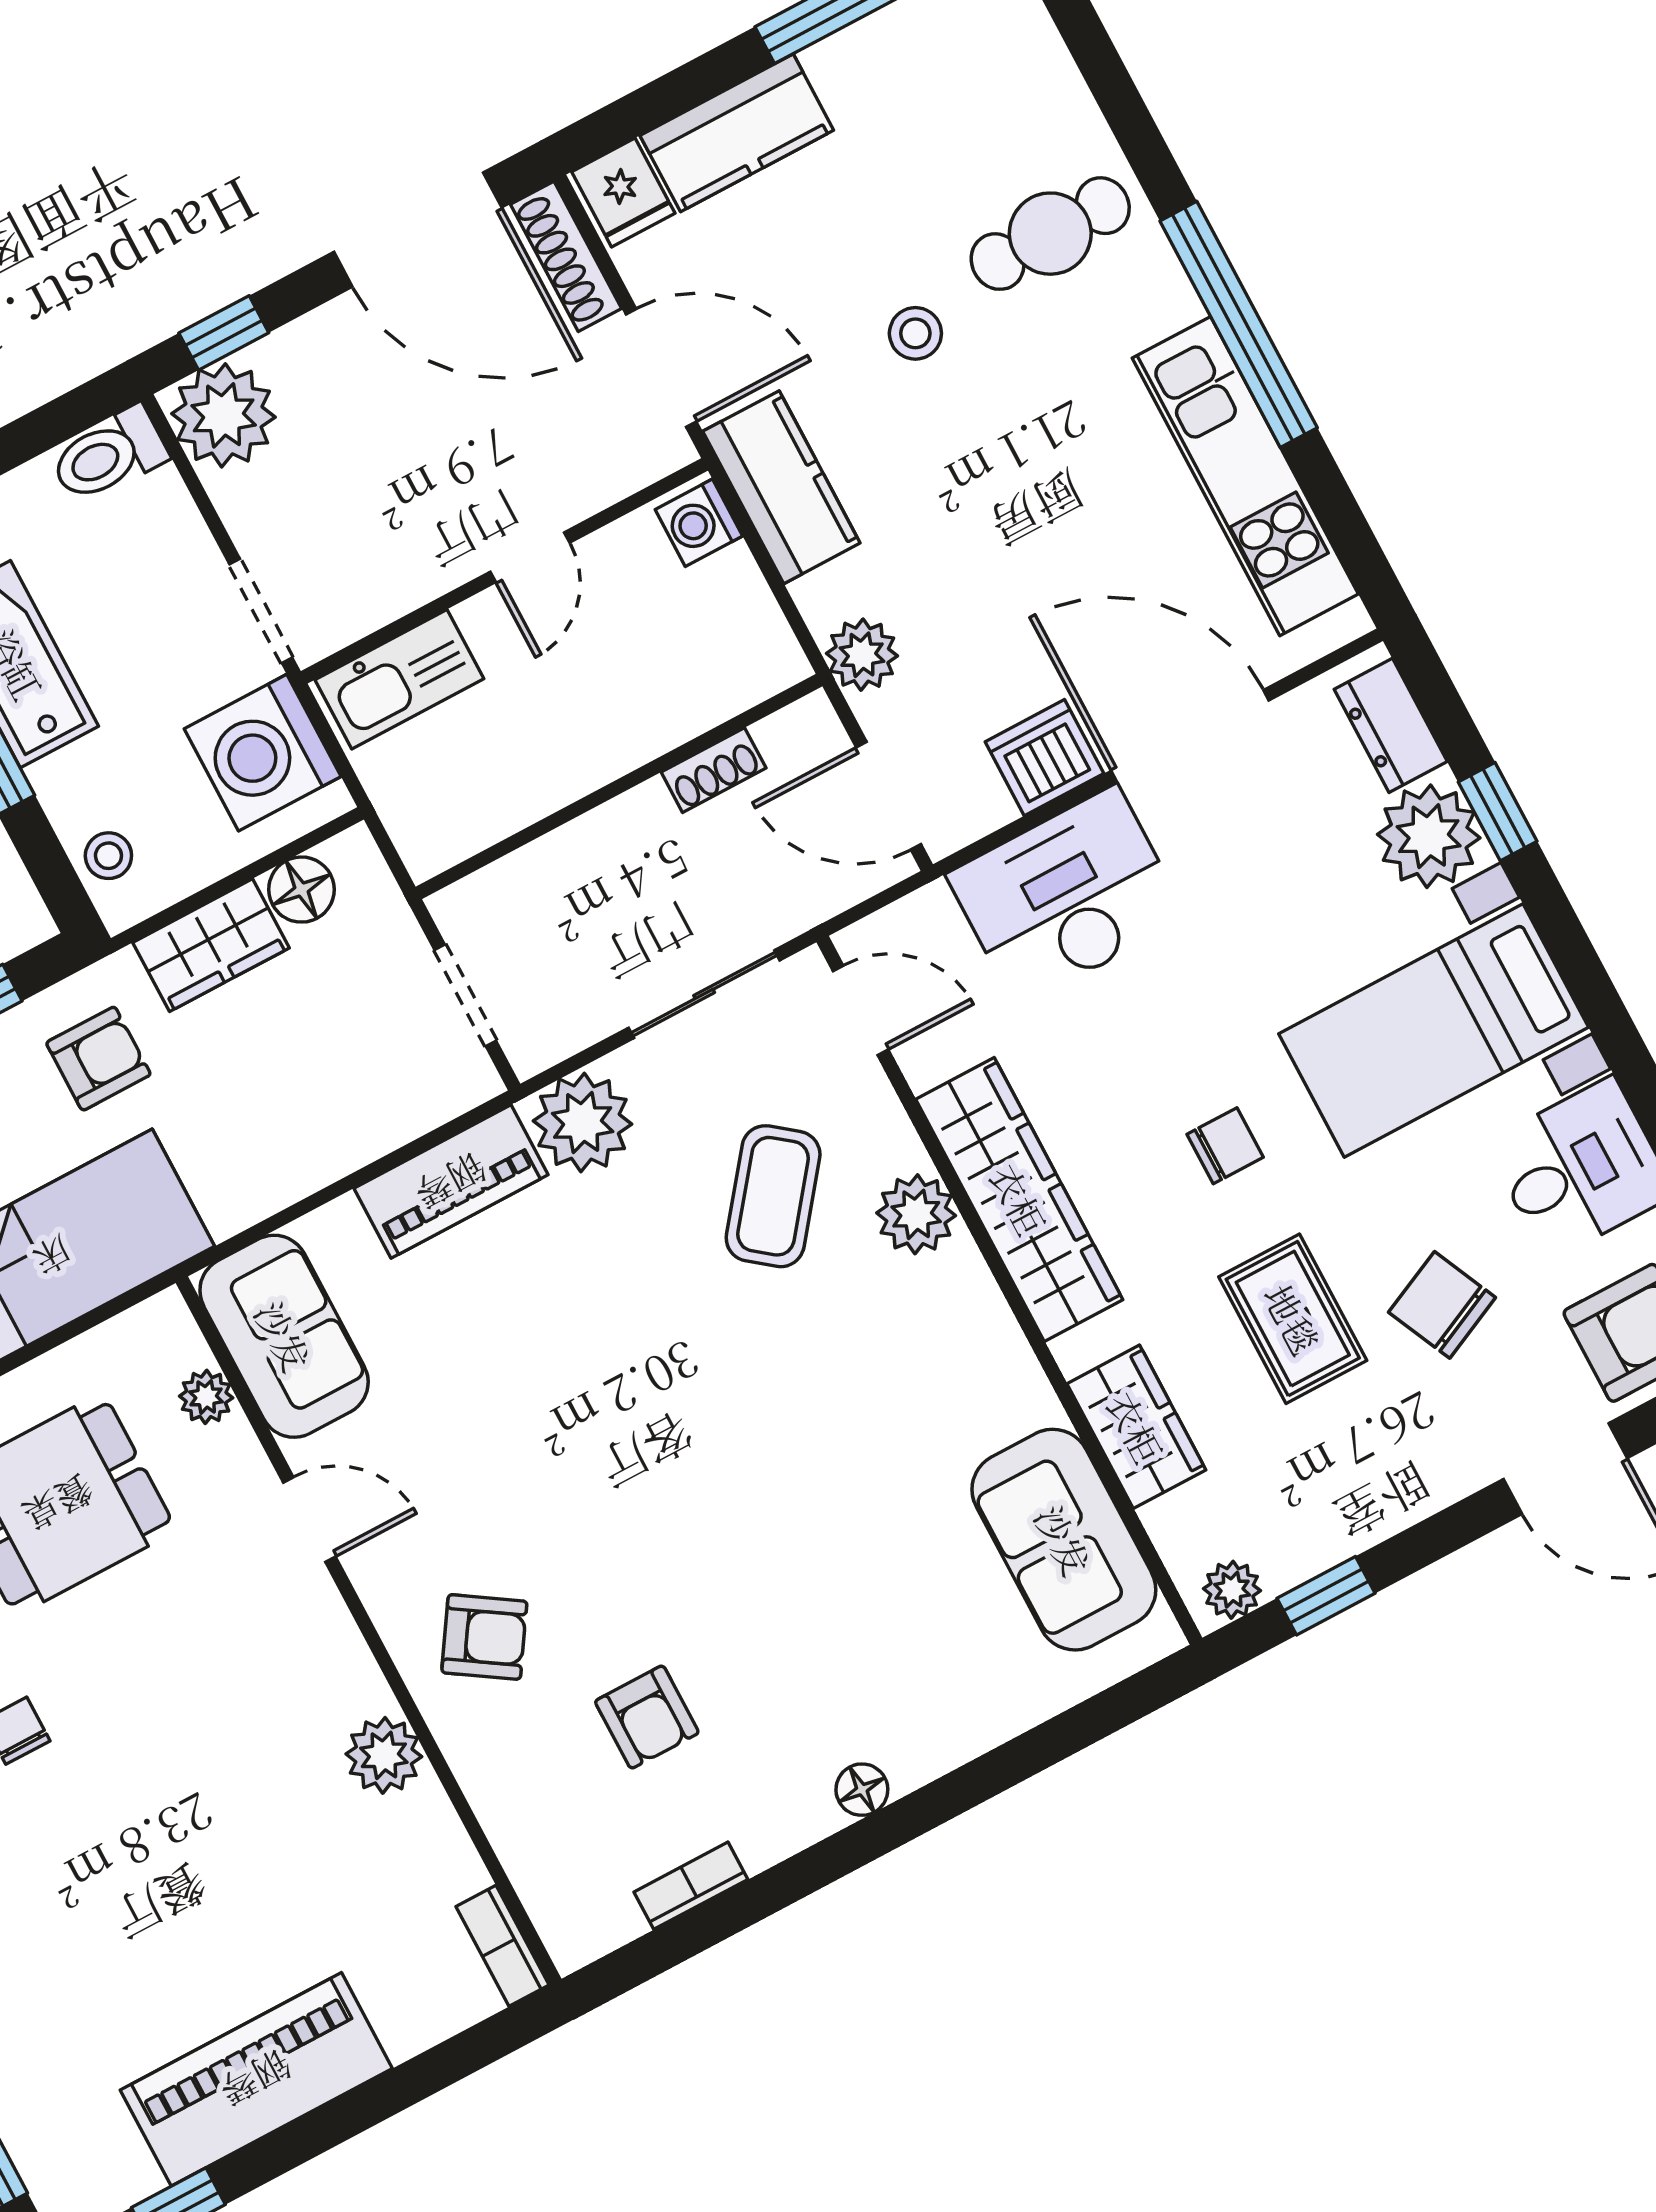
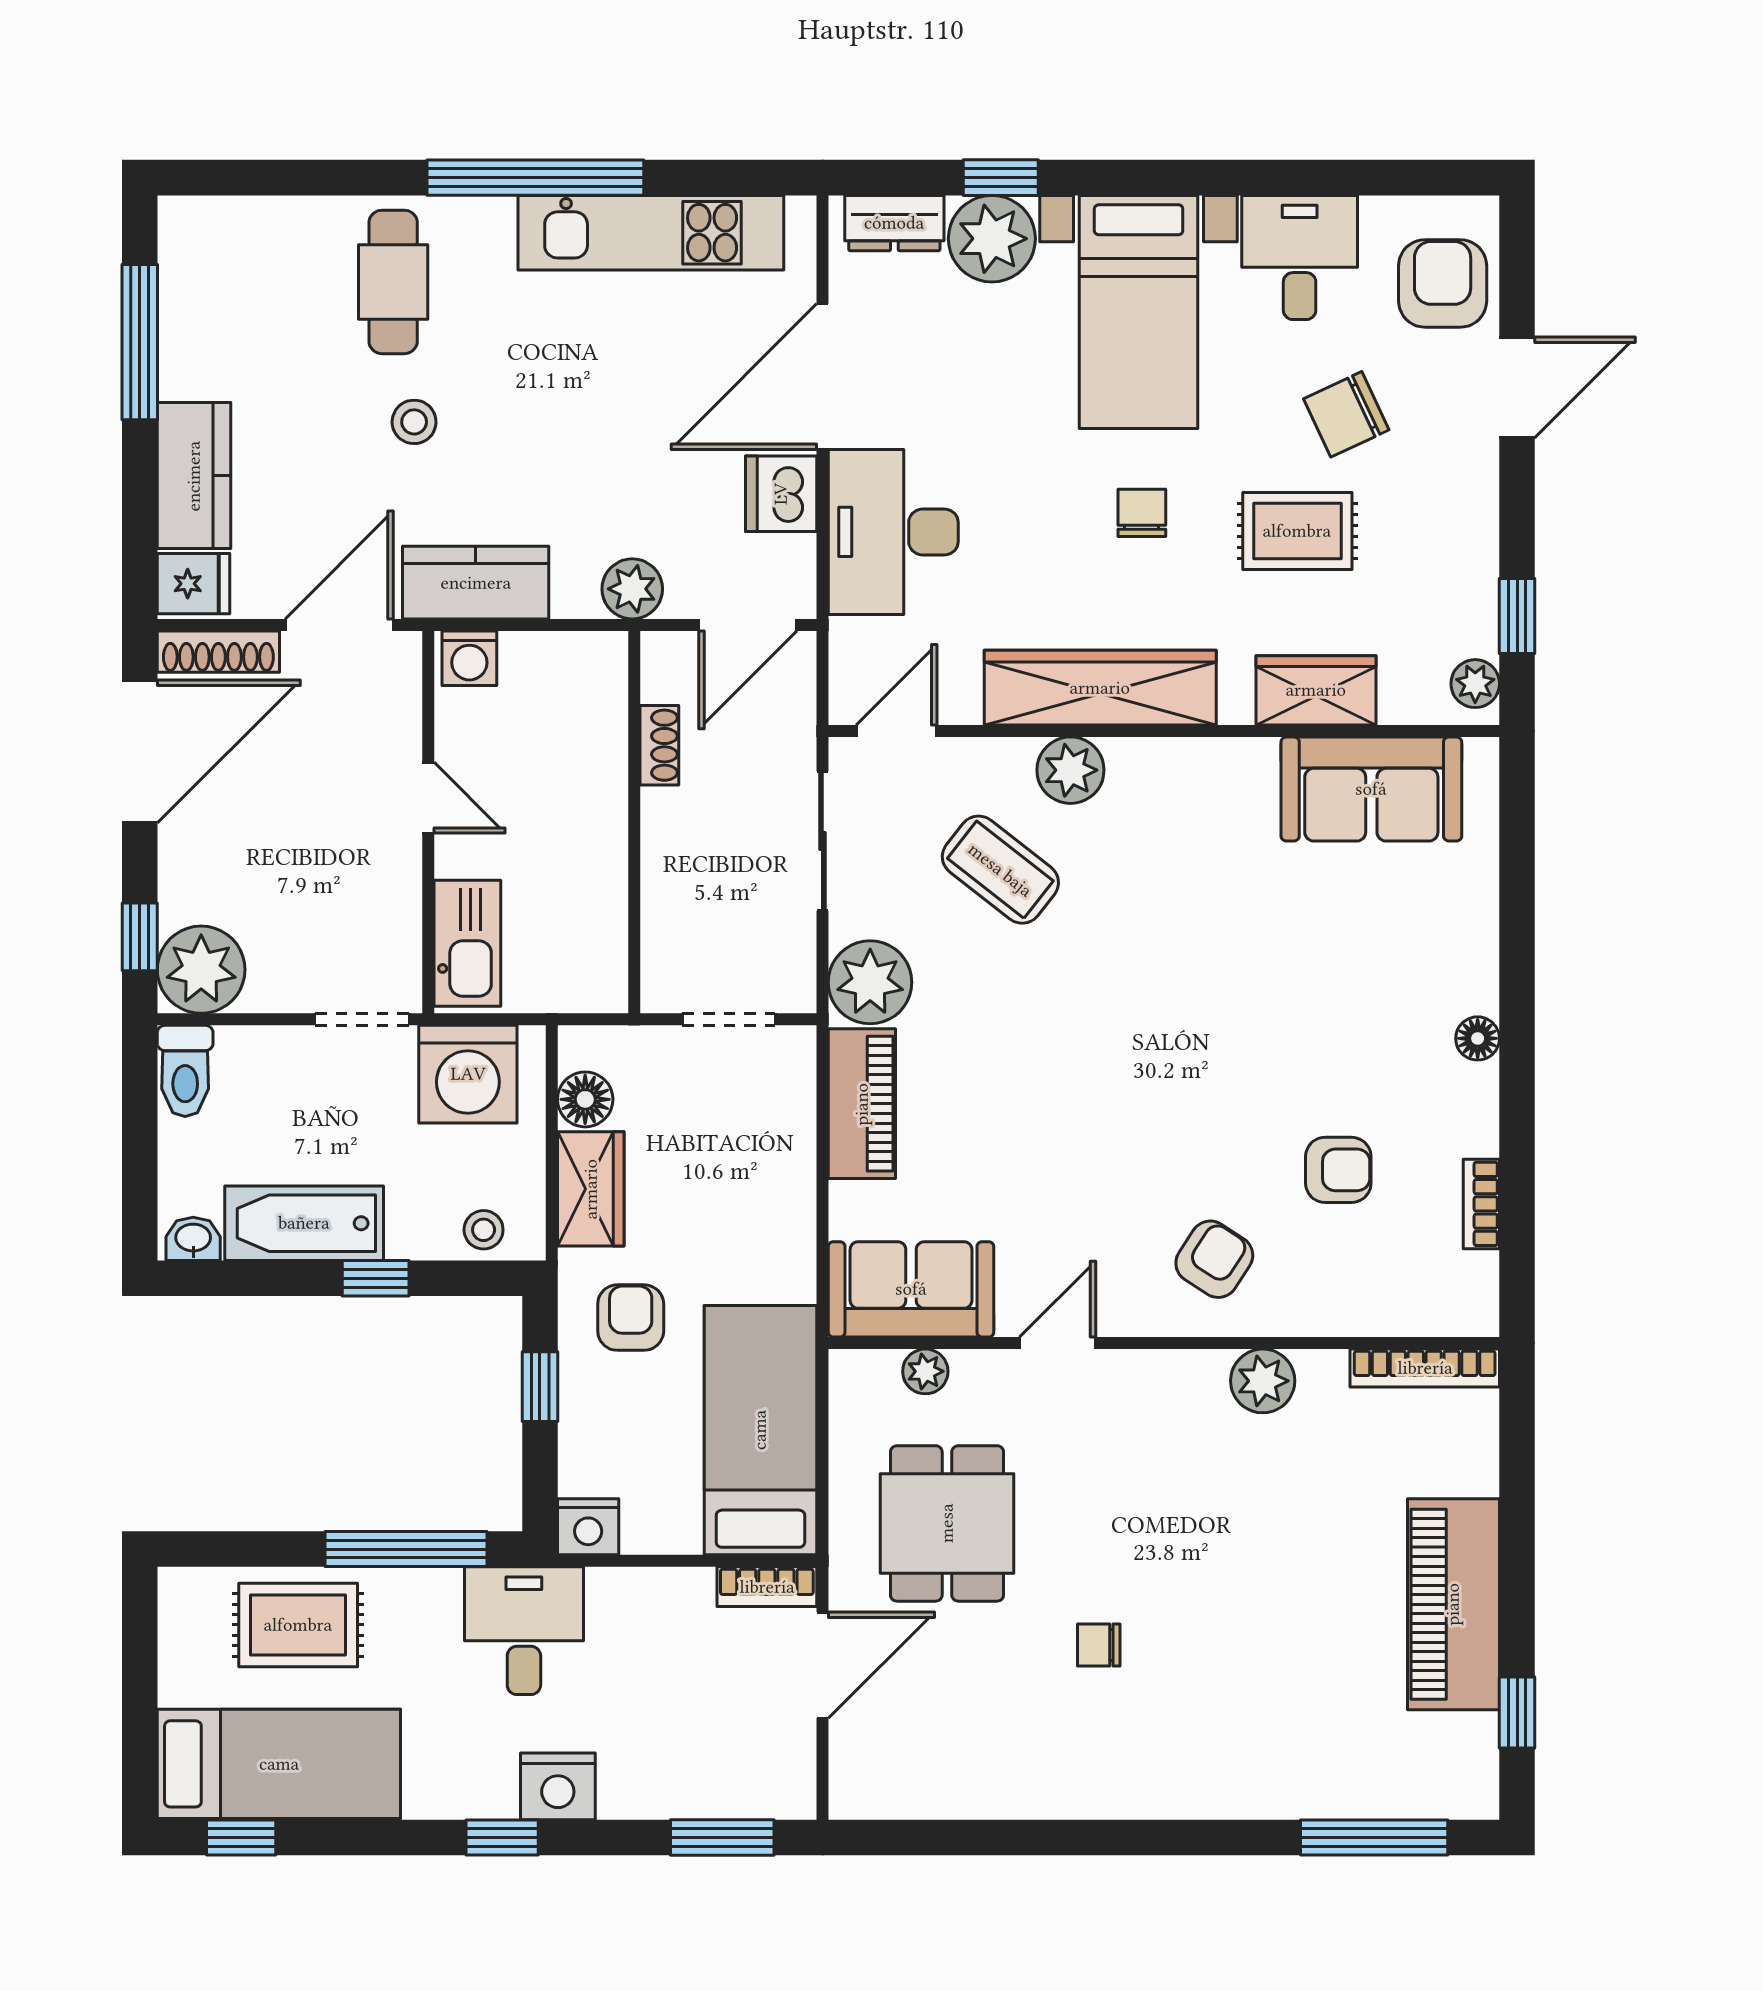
bookcase: (503, 1946) -> (1425, 1368), width x1.56

